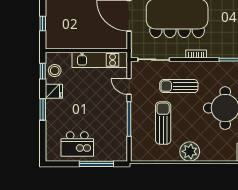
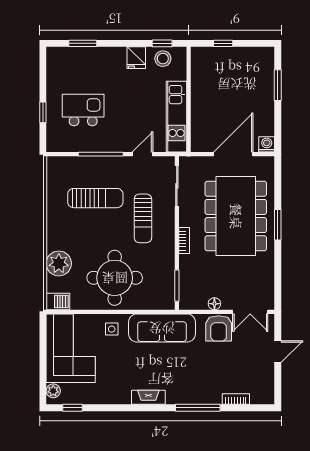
sun lounger: (179, 86) -> (143, 218), turned 180
window: (43, 109) -> (83, 43), moved
kitchen island: (77, 144) -> (83, 110), moved, turned 90
plant: (190, 151) -> (59, 263), moved
window: (96, 164) -> (43, 112), width x0.46

